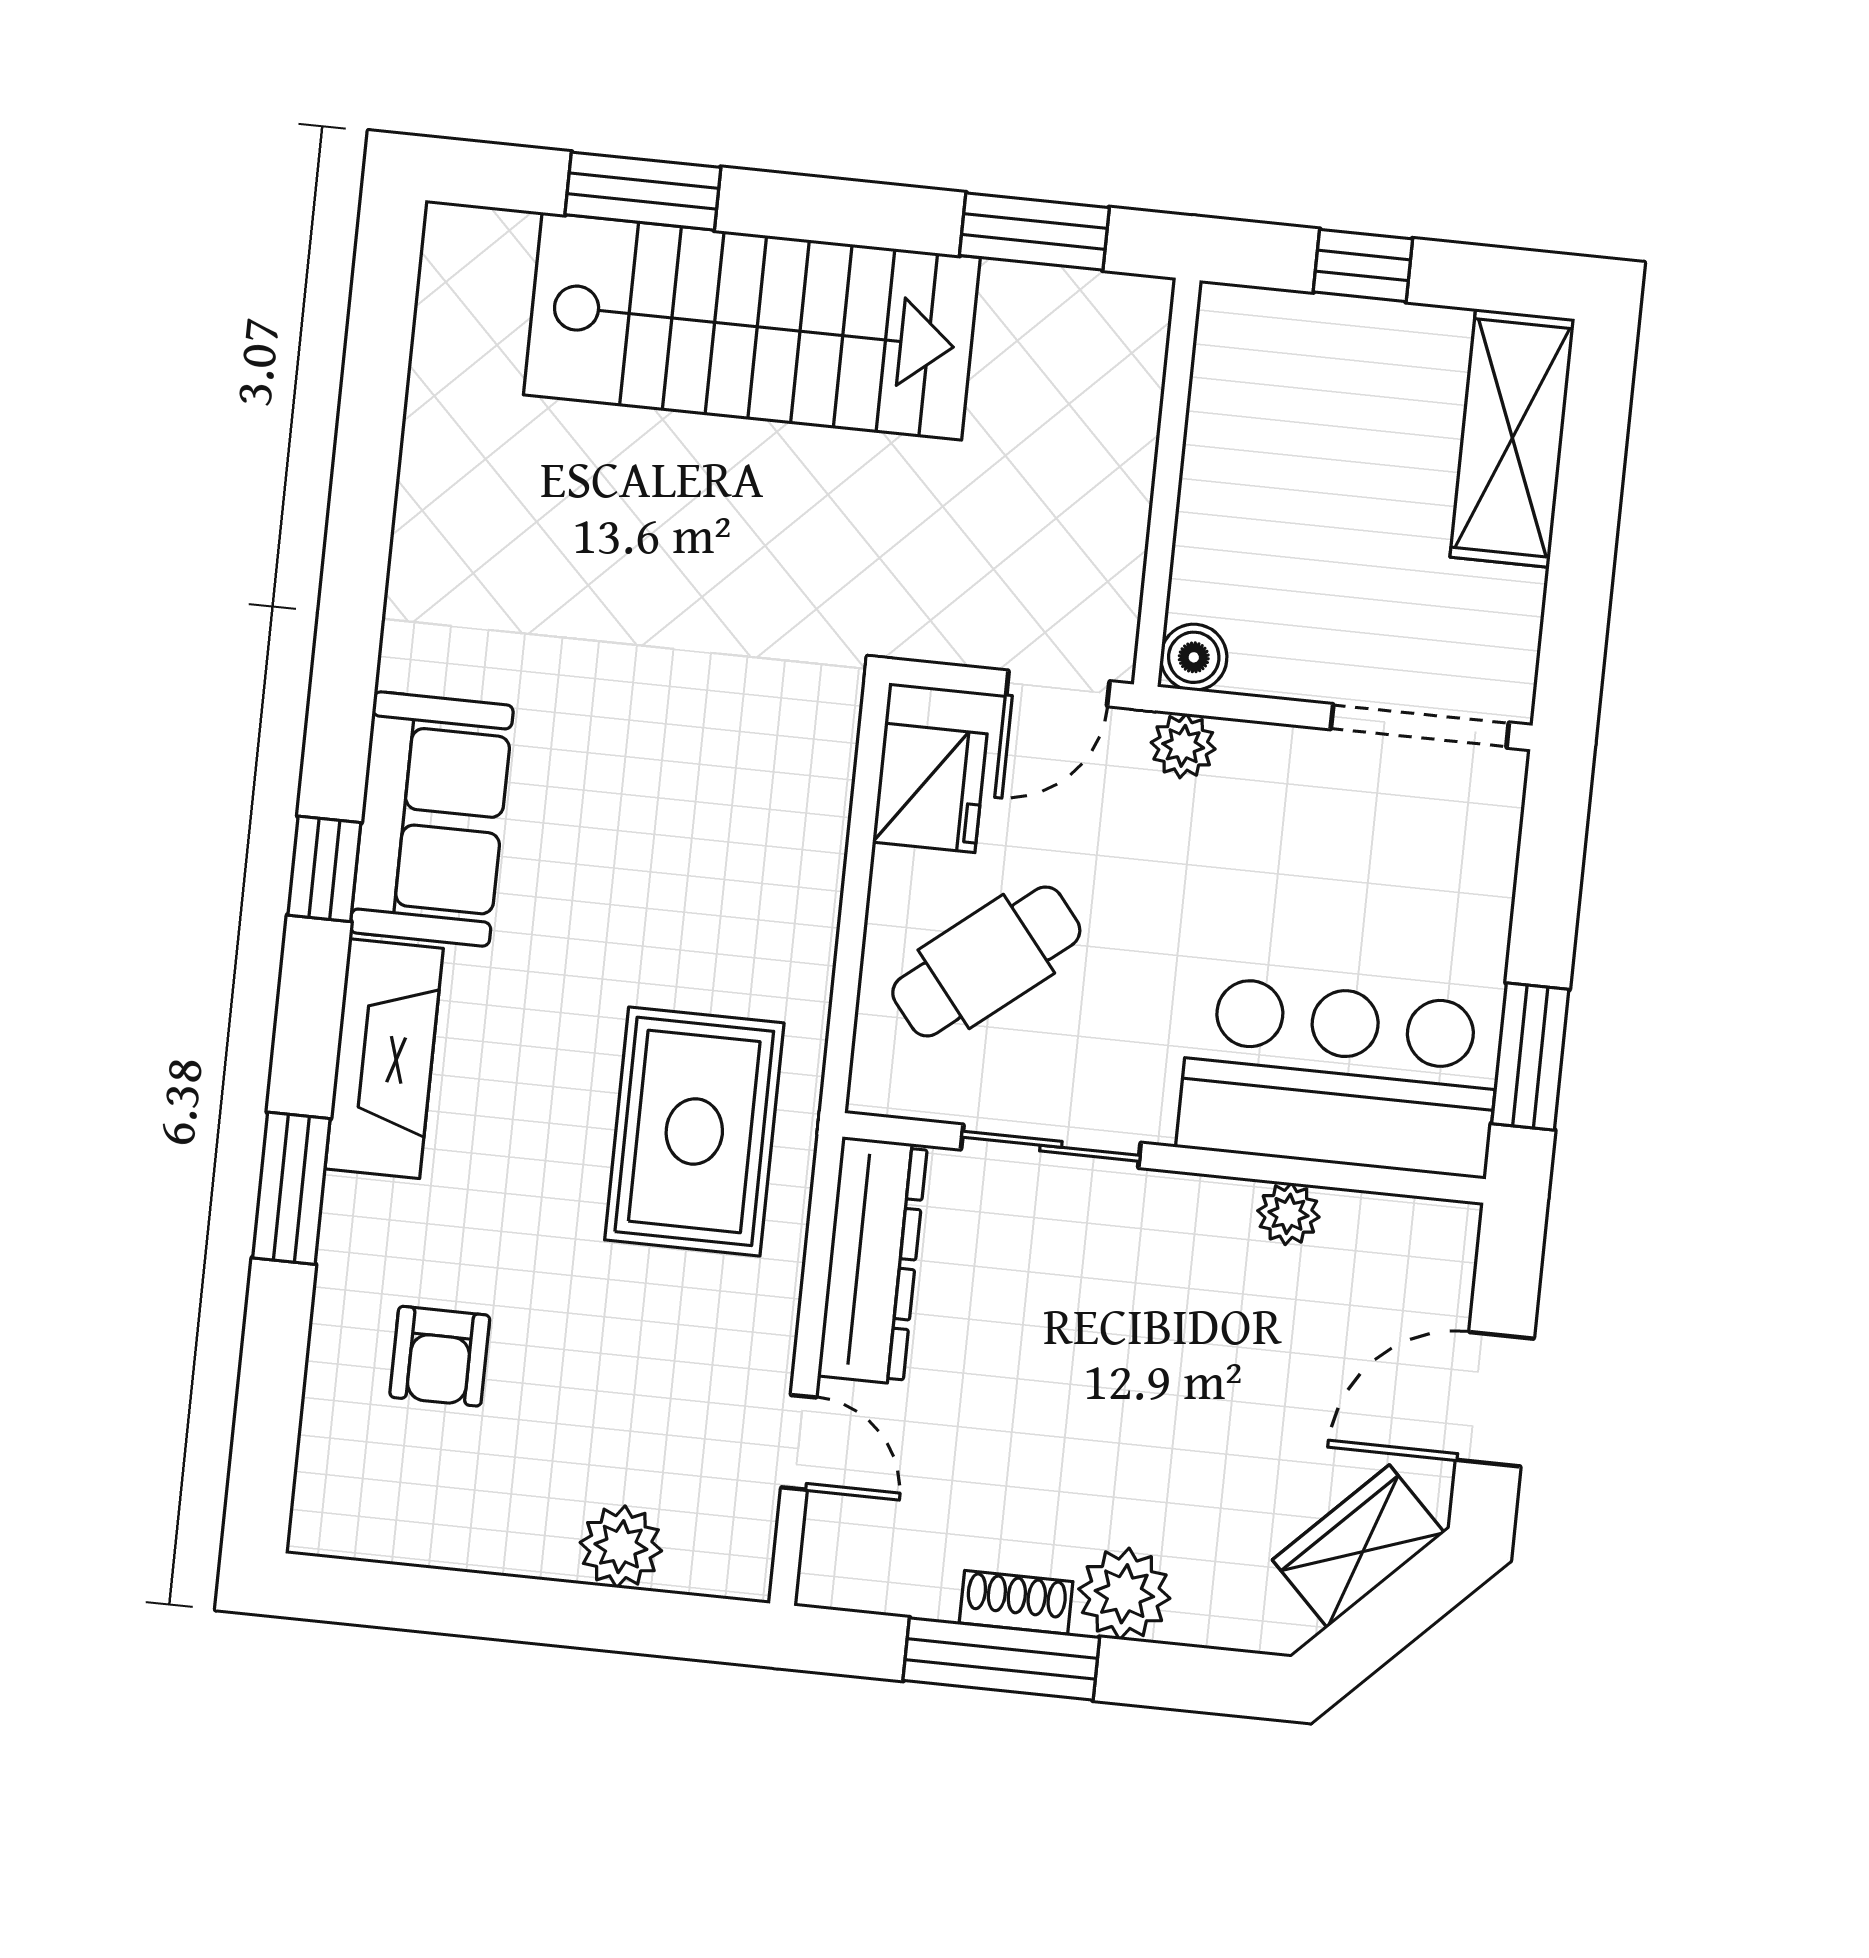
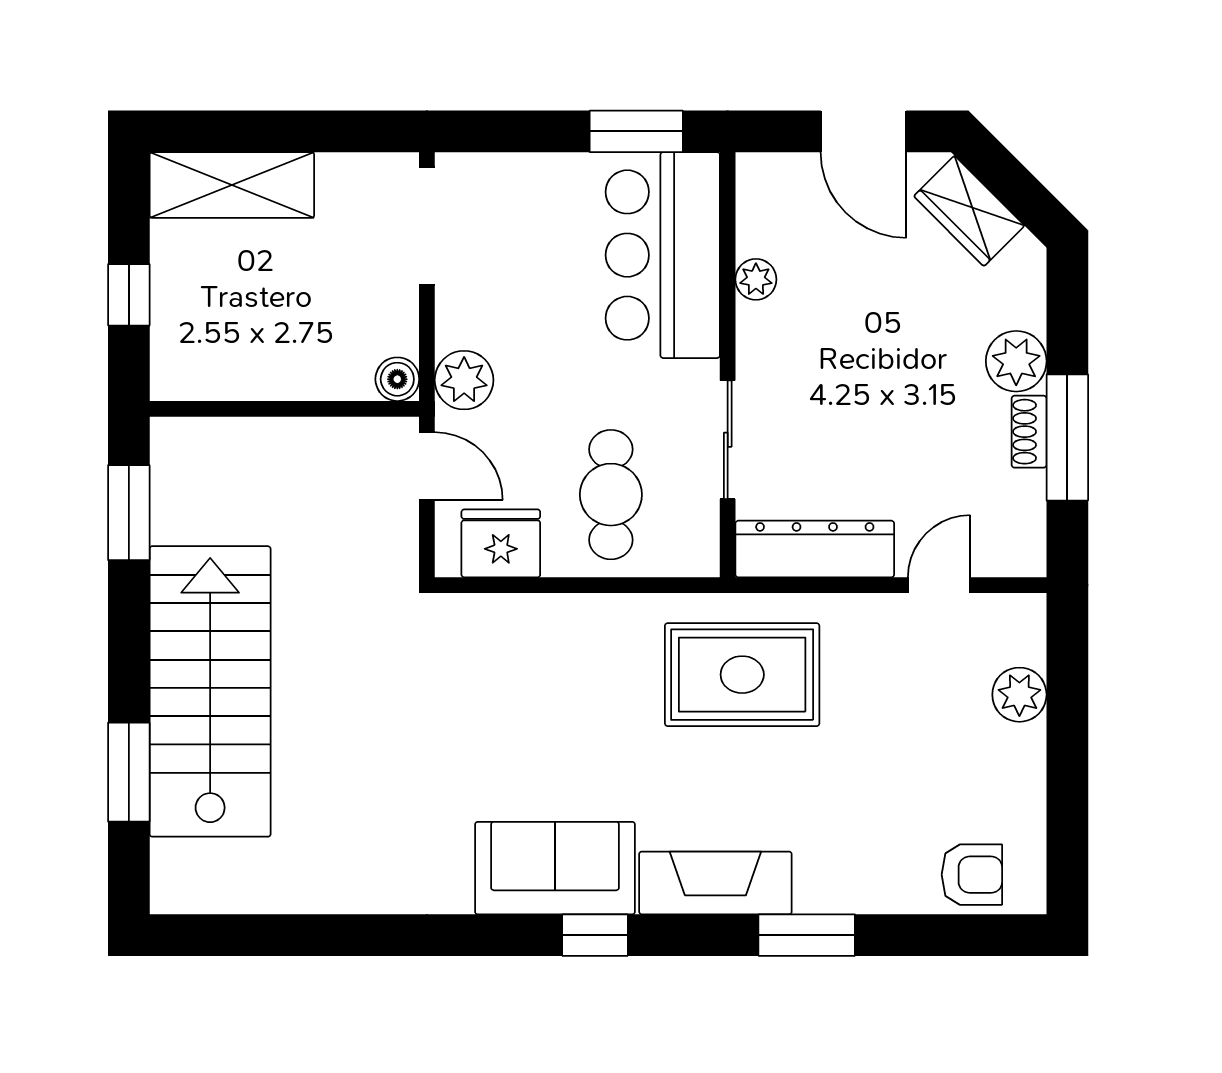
plant: (1183, 746) -> (464, 380), width x1.38, depth x1.38
cafe table: (986, 961) -> (611, 495), turned 39
armchair: (440, 1356) -> (972, 875), moved

